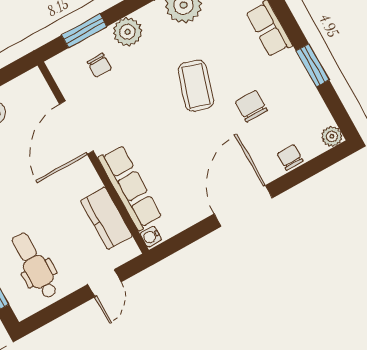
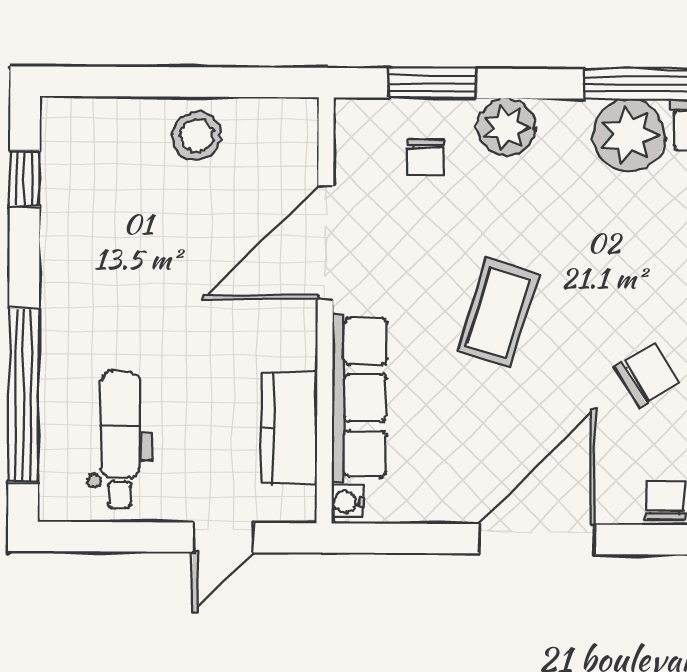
coffee table: (196, 86) -> (498, 312), moved
chair: (251, 106) -> (648, 375), turned 58

